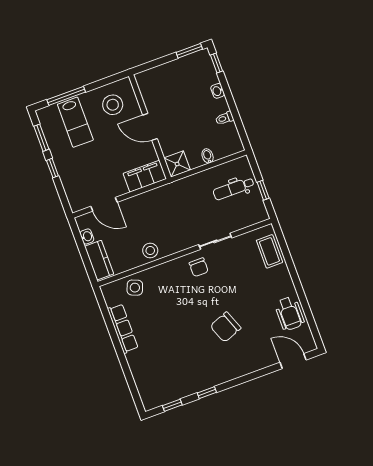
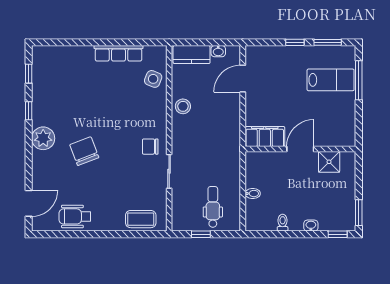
stool: (113, 105) -> (334, 121), removed
lab bench: (75, 122) -> (331, 80), turned 180
shower: (177, 164) -> (329, 162), moved
filing cabinet: (145, 176) -> (265, 137), moved, turned -90
plant: (228, 370) -> (43, 138), added

